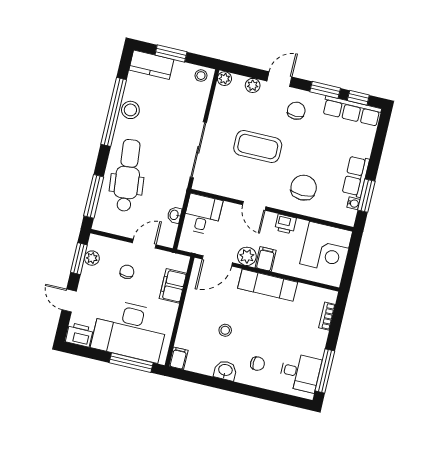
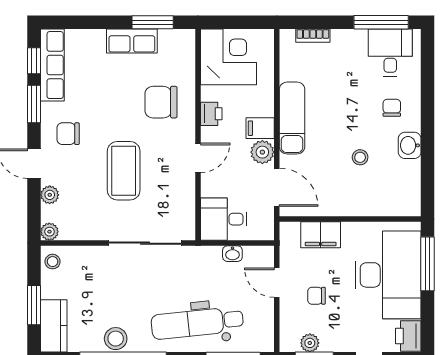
water cooler: (354, 203) -> (166, 36), removed
filing cabinet: (178, 358) -> (408, 207), removed

